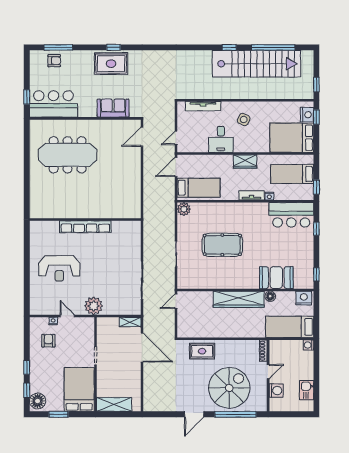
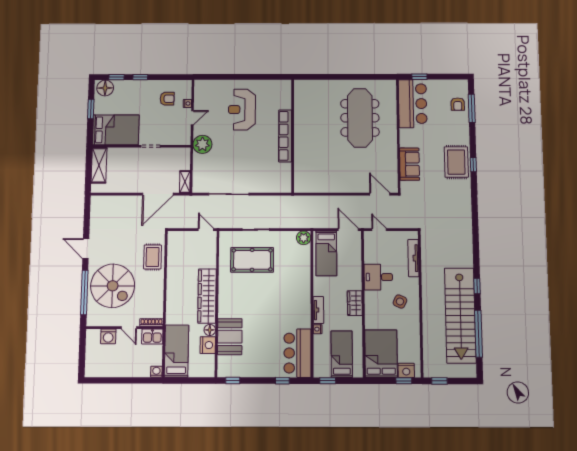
pool table: (222, 245) -> (252, 260), moved, turned 90
nightstand: (304, 298) -> (208, 345), moved
kitchen sink: (307, 390) -> (152, 337), moved, turned 180

